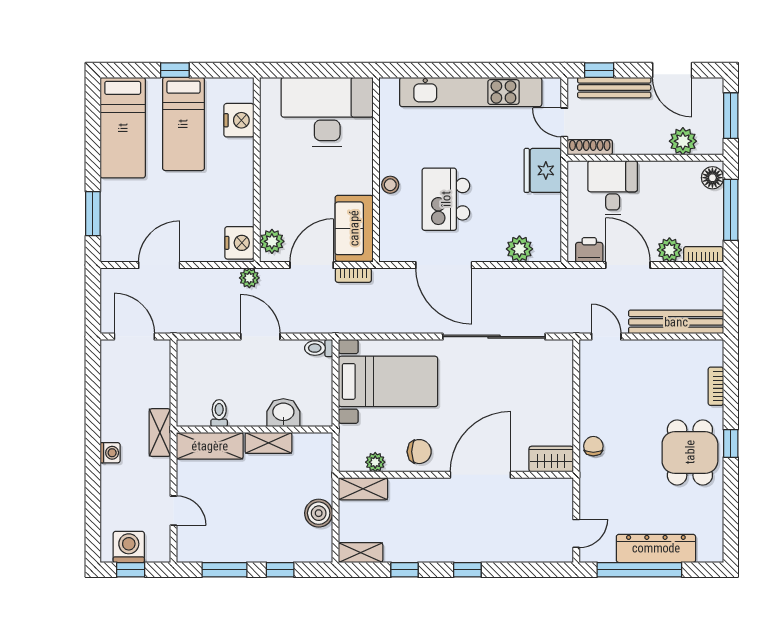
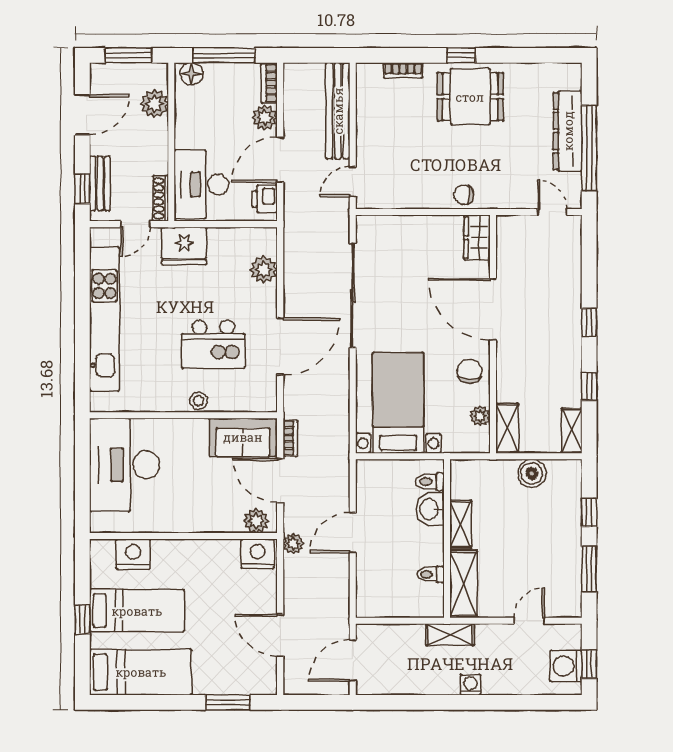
bench: (614, 88) -> (100, 183), width x0.73
desk: (613, 187) -> (201, 184), width x1.37
toilet: (319, 348) -> (430, 482), moved, turned 90

